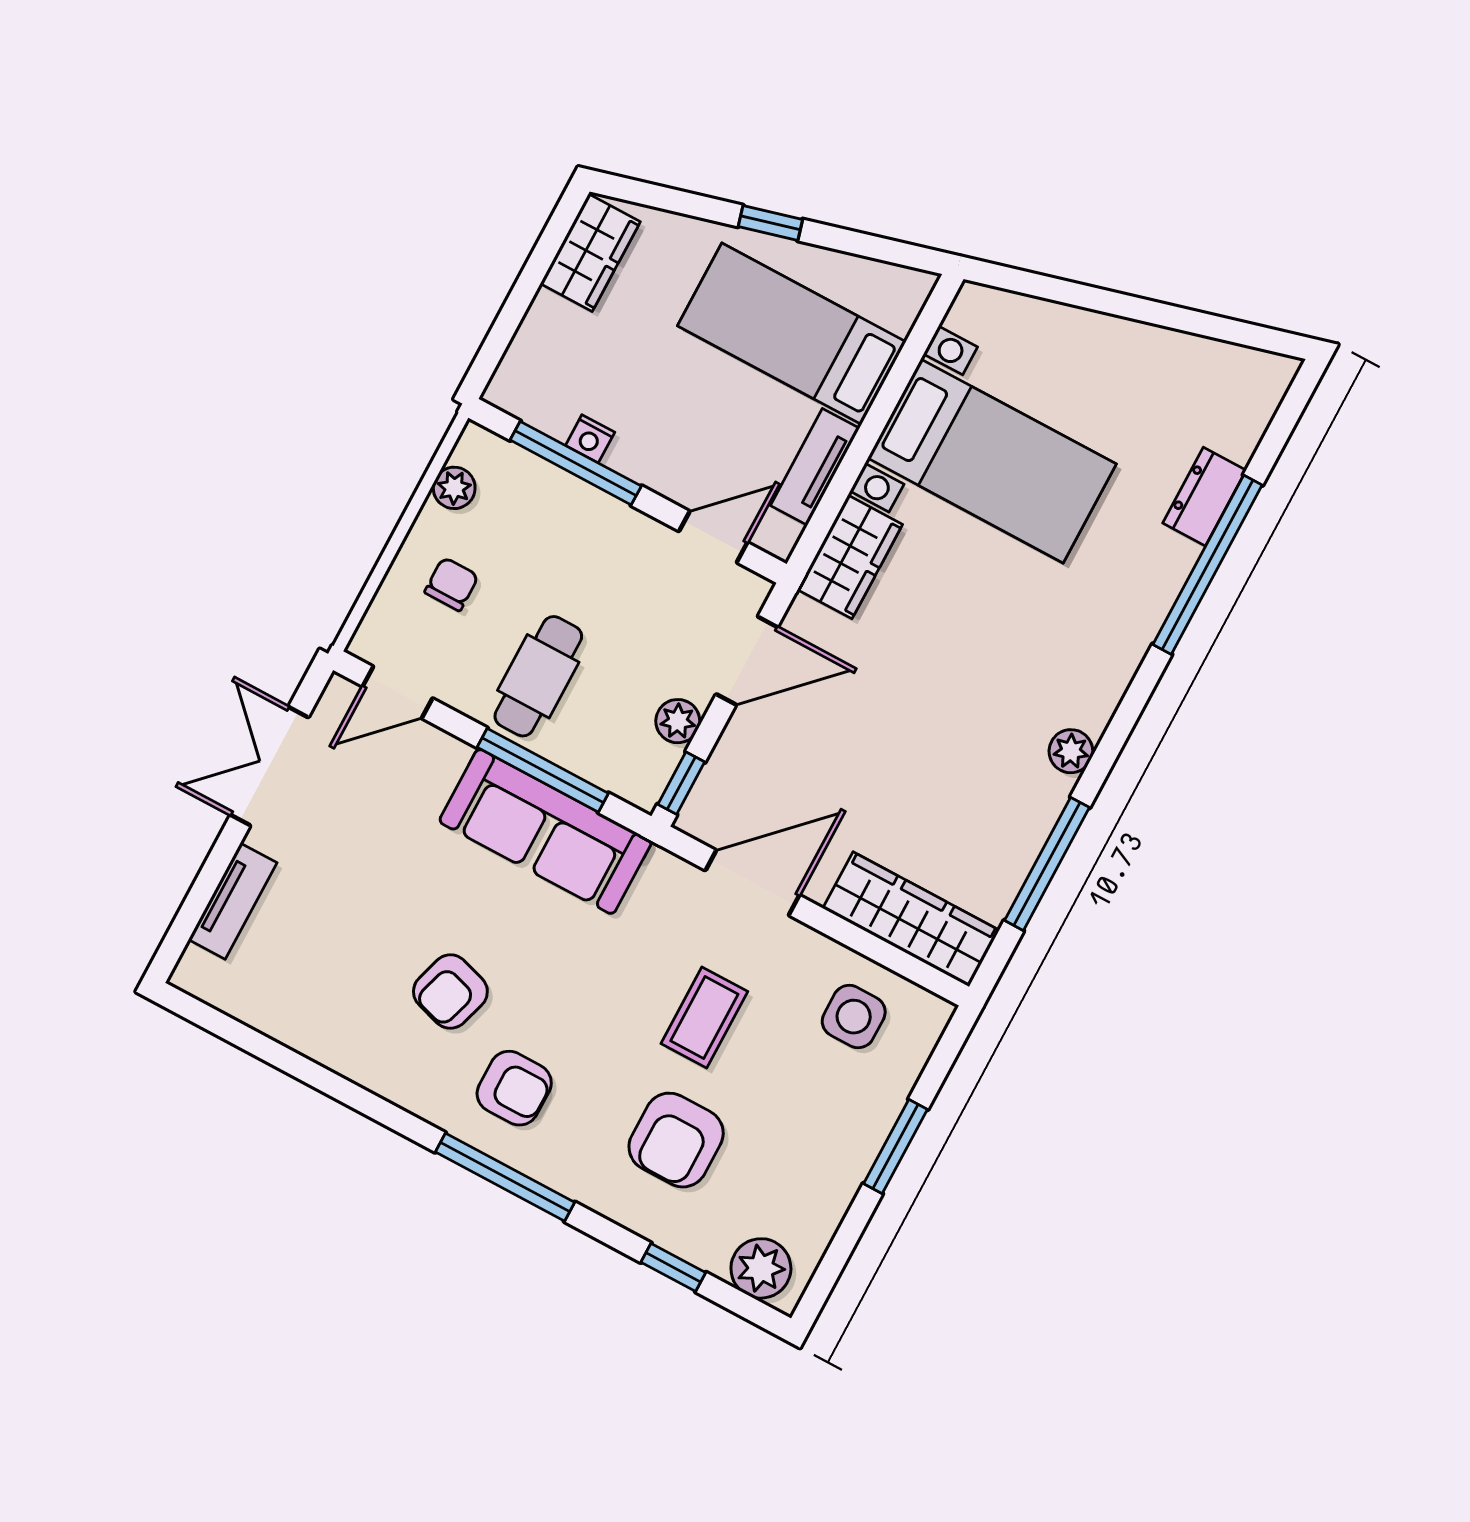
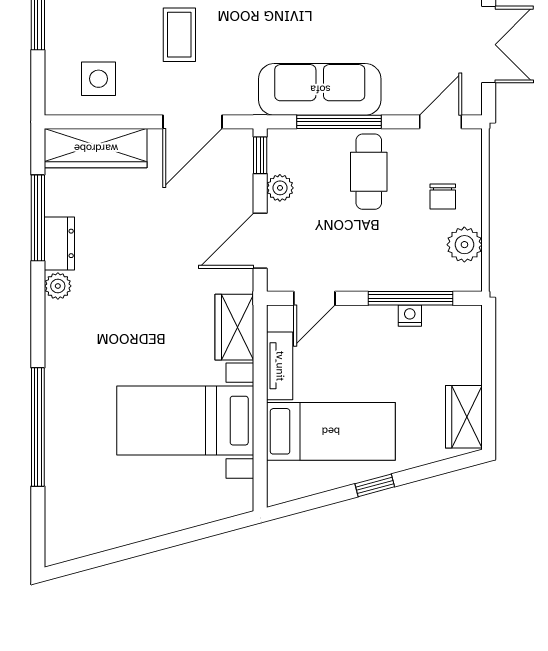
plant: (454, 488) -> (464, 245), width x1.38, depth x1.38
dresser: (1204, 497) -> (59, 243), moved

